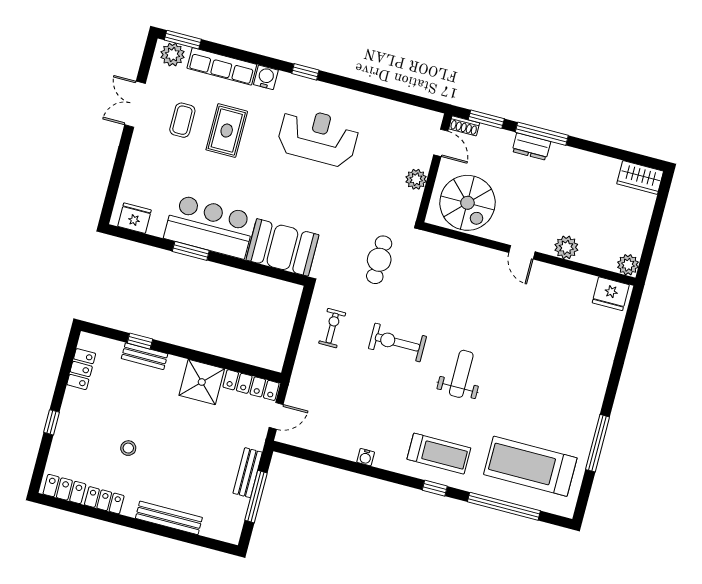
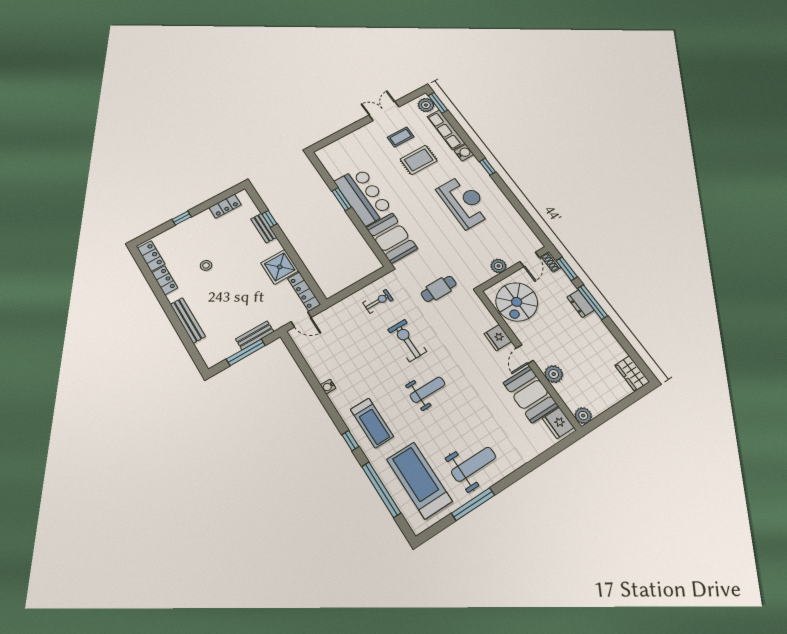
fridge: (134, 218) -> (498, 338), moved, turned 180
booth: (562, 289) -> (531, 394), added
weight bench: (566, 406) -> (474, 464), added

